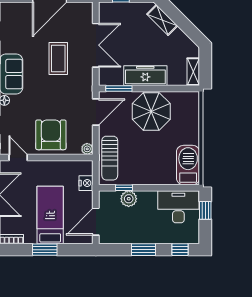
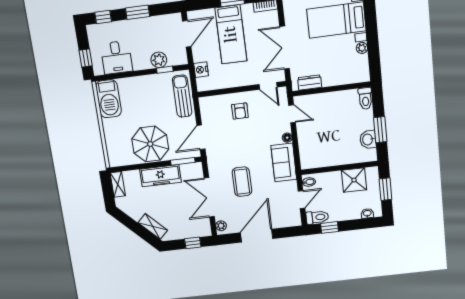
armchair: (51, 135) -> (240, 111), width x0.53, depth x0.53
plant: (87, 149) -> (221, 226), moved
desk: (178, 207) -> (116, 57), width x0.73

